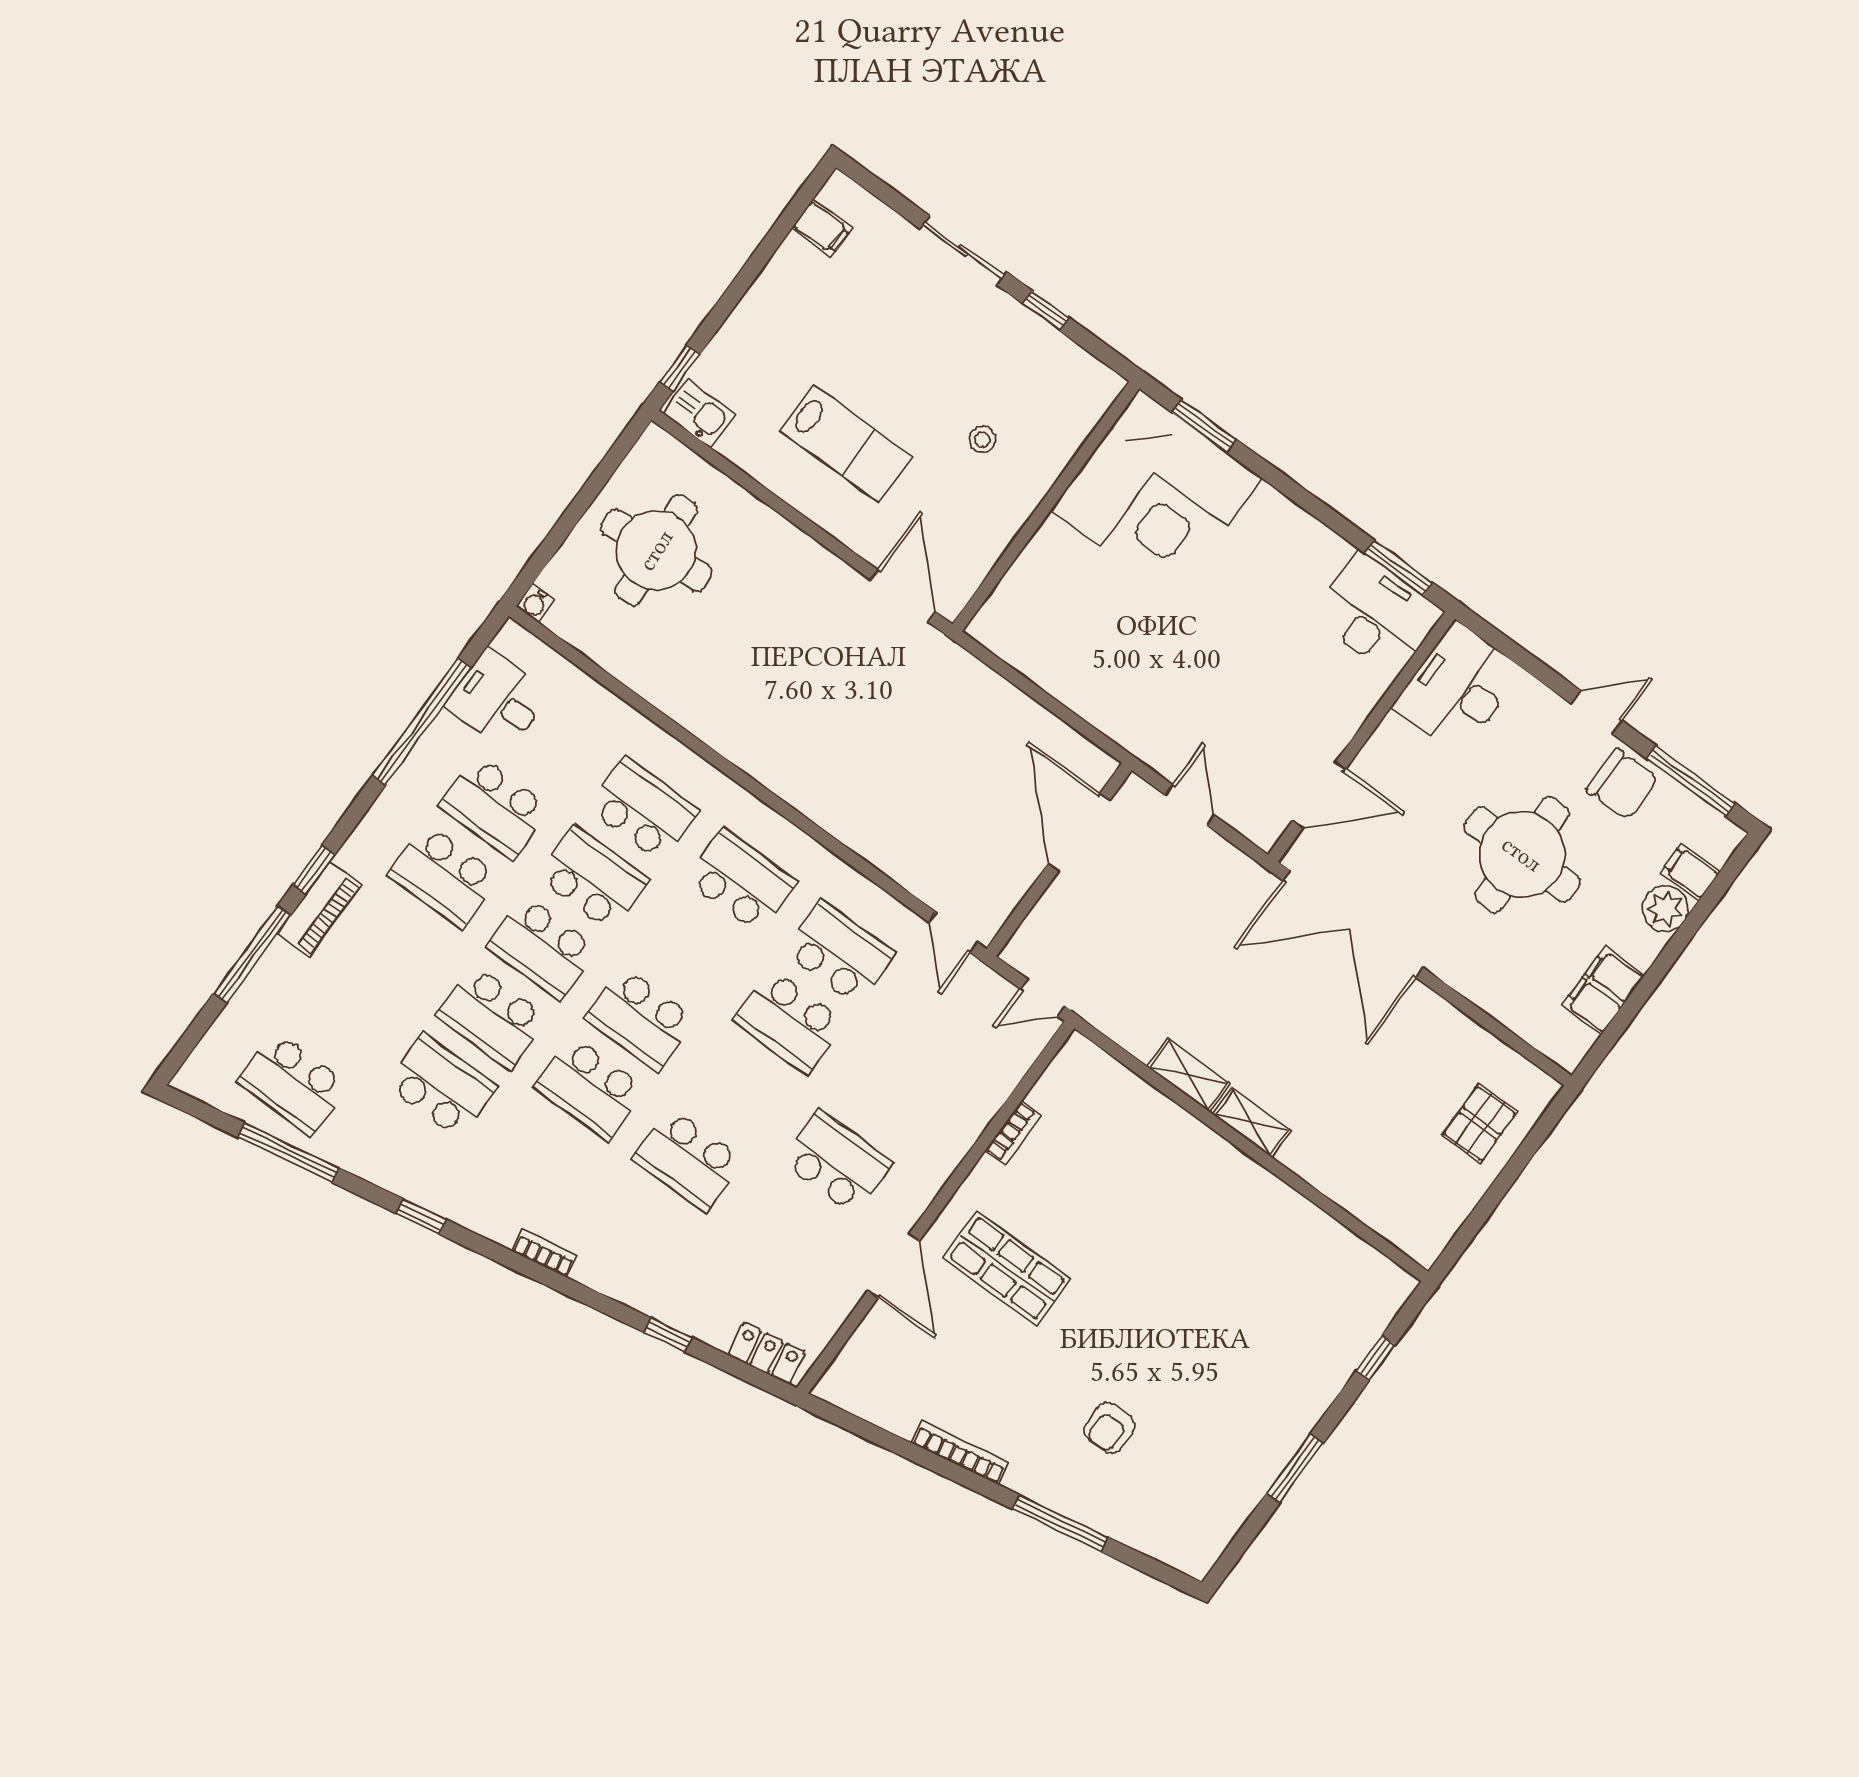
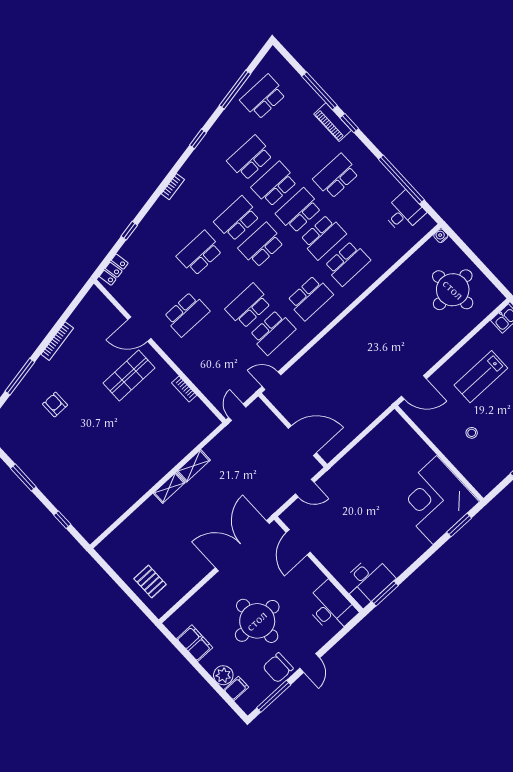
school desk: (495, 807) -> (360, 202), removed
school desk: (441, 1086) -> (250, 158), turned 180

